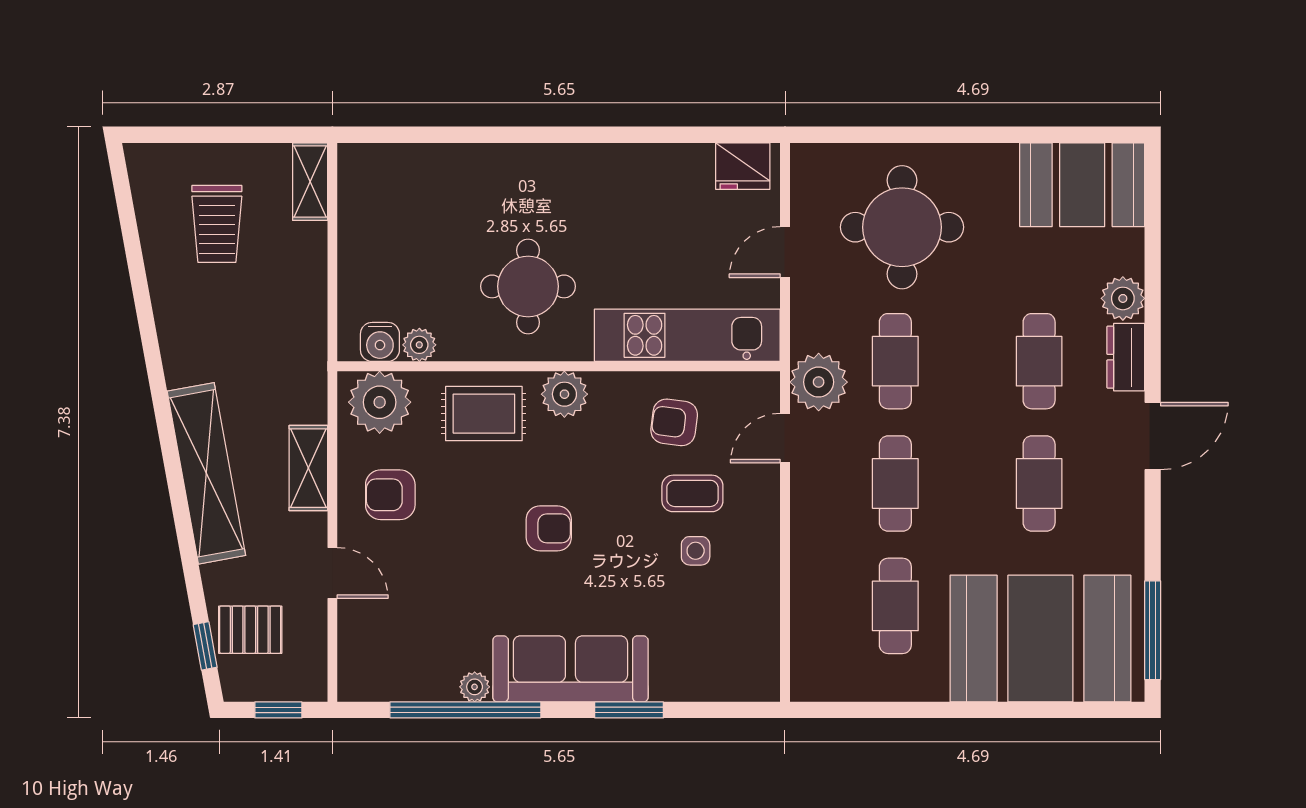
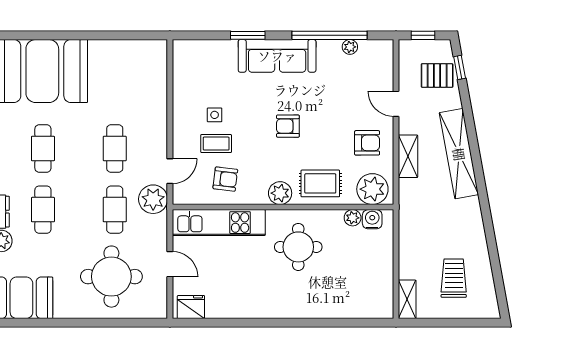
door: (785, 252) -> (170, 264), hinge flipped
cafe table: (895, 606) -> (115, 87), removed
plant: (475, 687) -> (350, 47), moved

